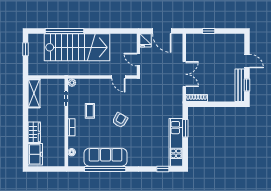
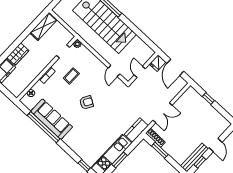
window: (209, 104) -> (160, 150), added
kitchen counter: (177, 106) -> (136, 130), added
window: (185, 128) -> (120, 160), moved

